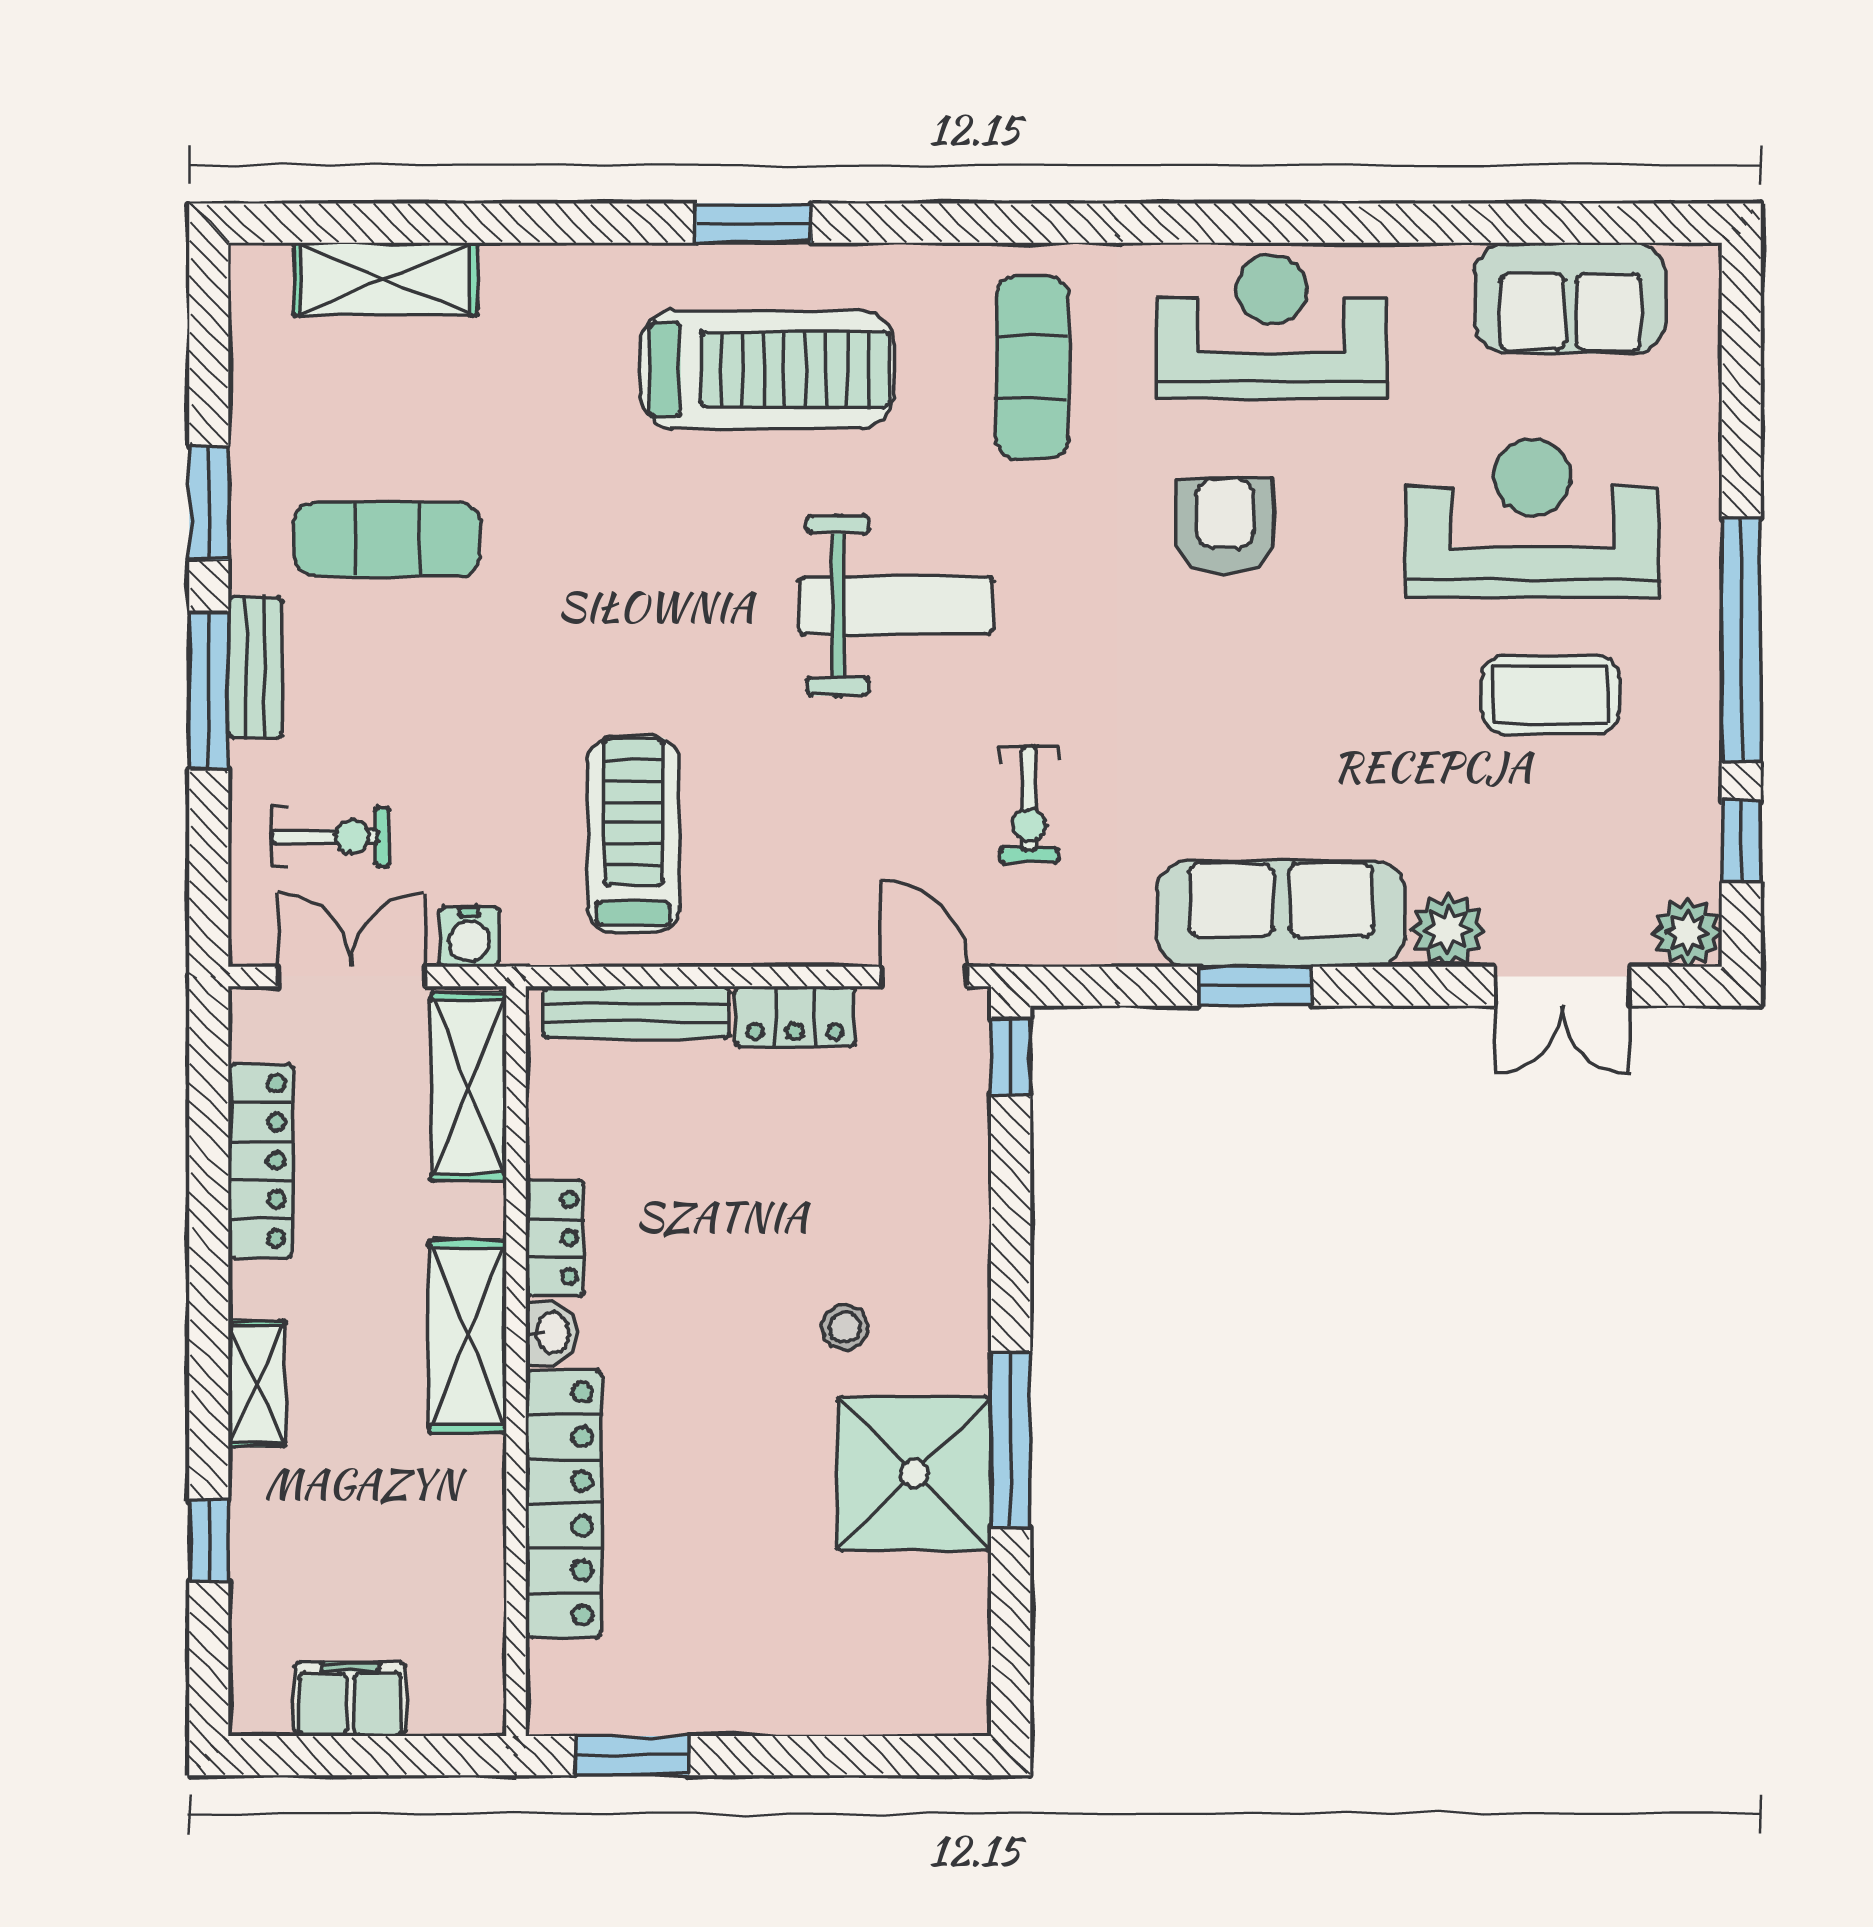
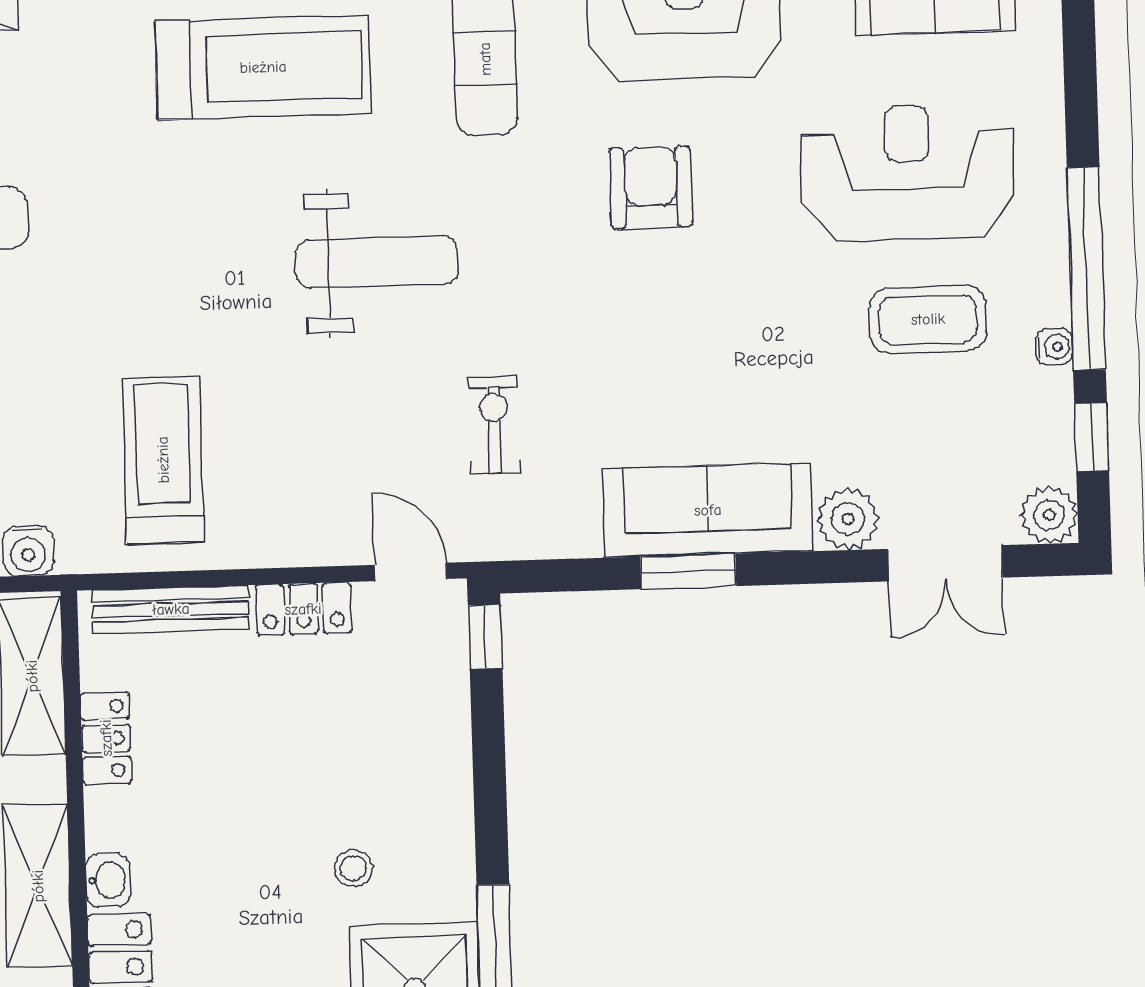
water cooler: (1700, 732) -> (1054, 347), added
exercise bike: (1029, 804) -> (494, 425), turned 180
locker: (555, 1238) -> (106, 738), moved

